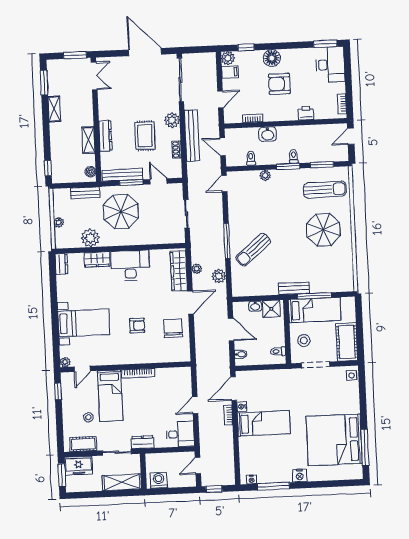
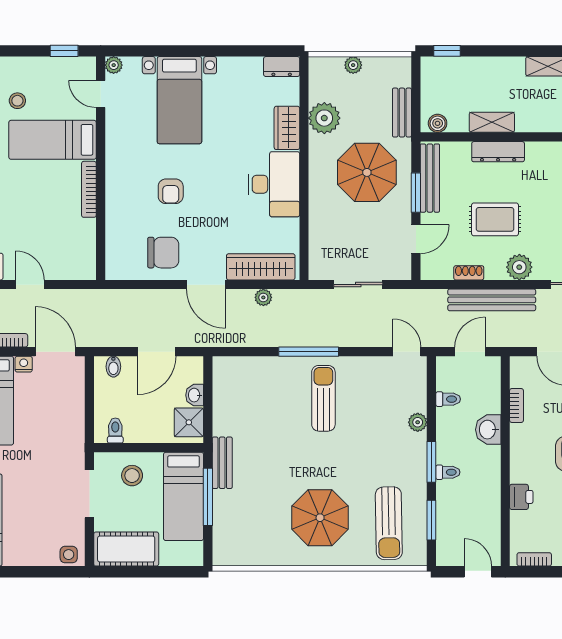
sun lounger: (253, 250) -> (323, 398), moved, turned 40
plant: (219, 276) -> (249, 335), removed

